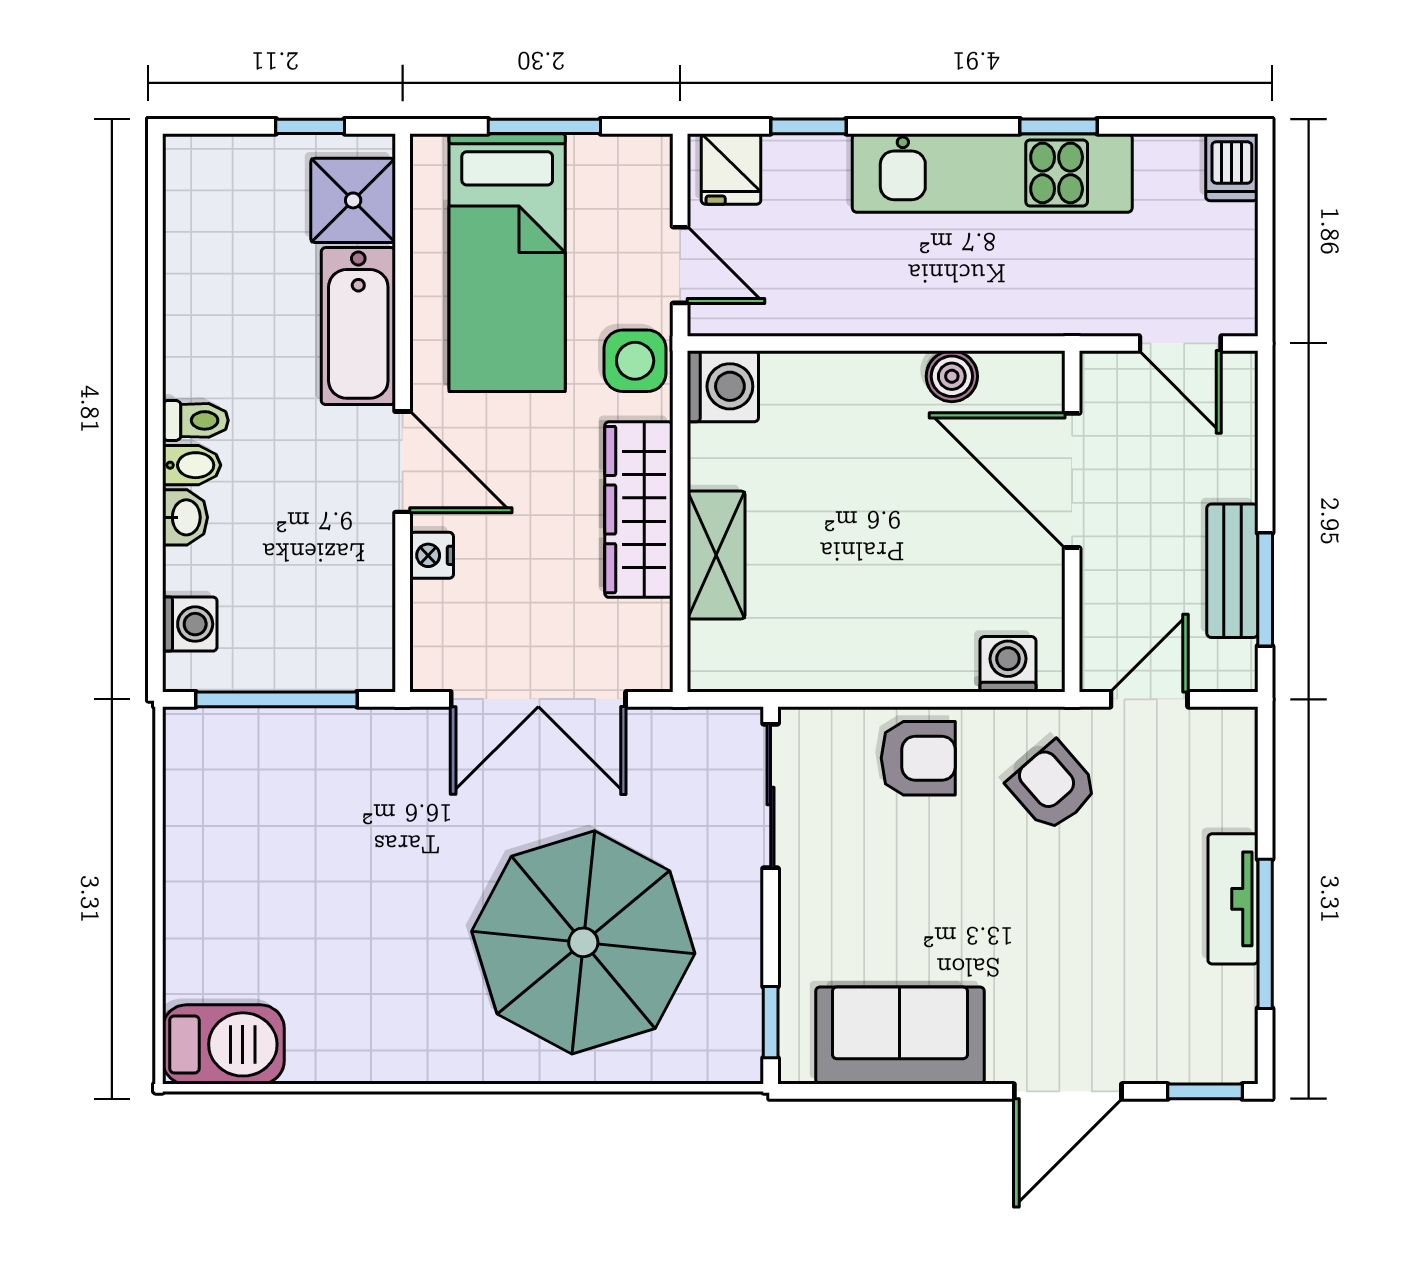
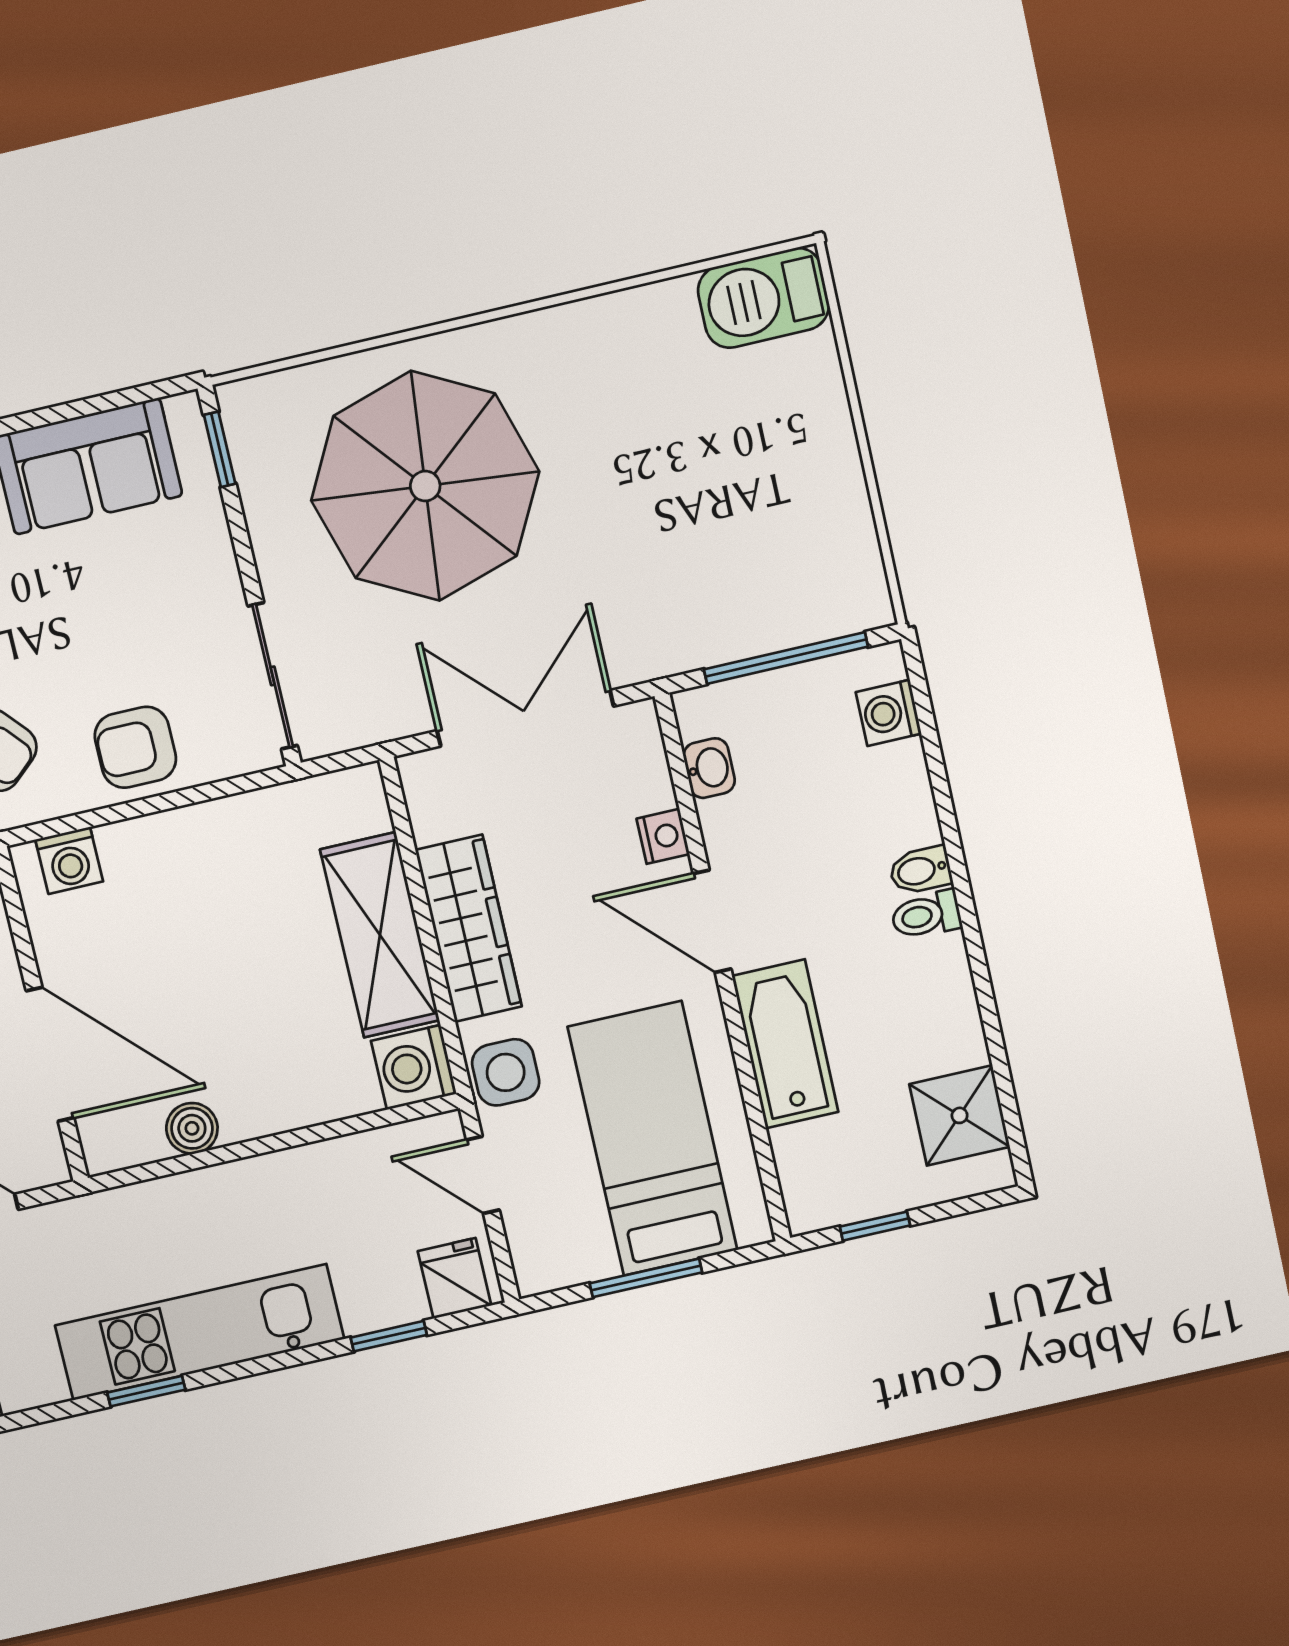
shower: (353, 200) -> (960, 1115), moved
washbasin: (185, 517) -> (709, 768), moved, turned 180
shelving: (716, 555) -> (380, 935), width x1.50, depth x1.33

